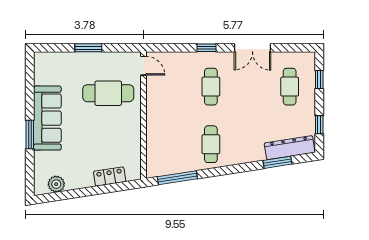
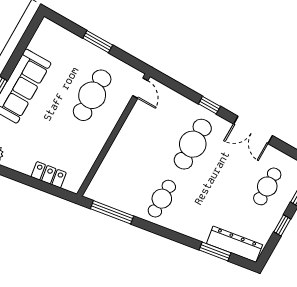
cafe table: (211, 87) -> (193, 144), width x1.37, depth x1.35
cafe table: (108, 93) -> (92, 95), turned 90
window: (319, 125) -> (282, 225), moved

